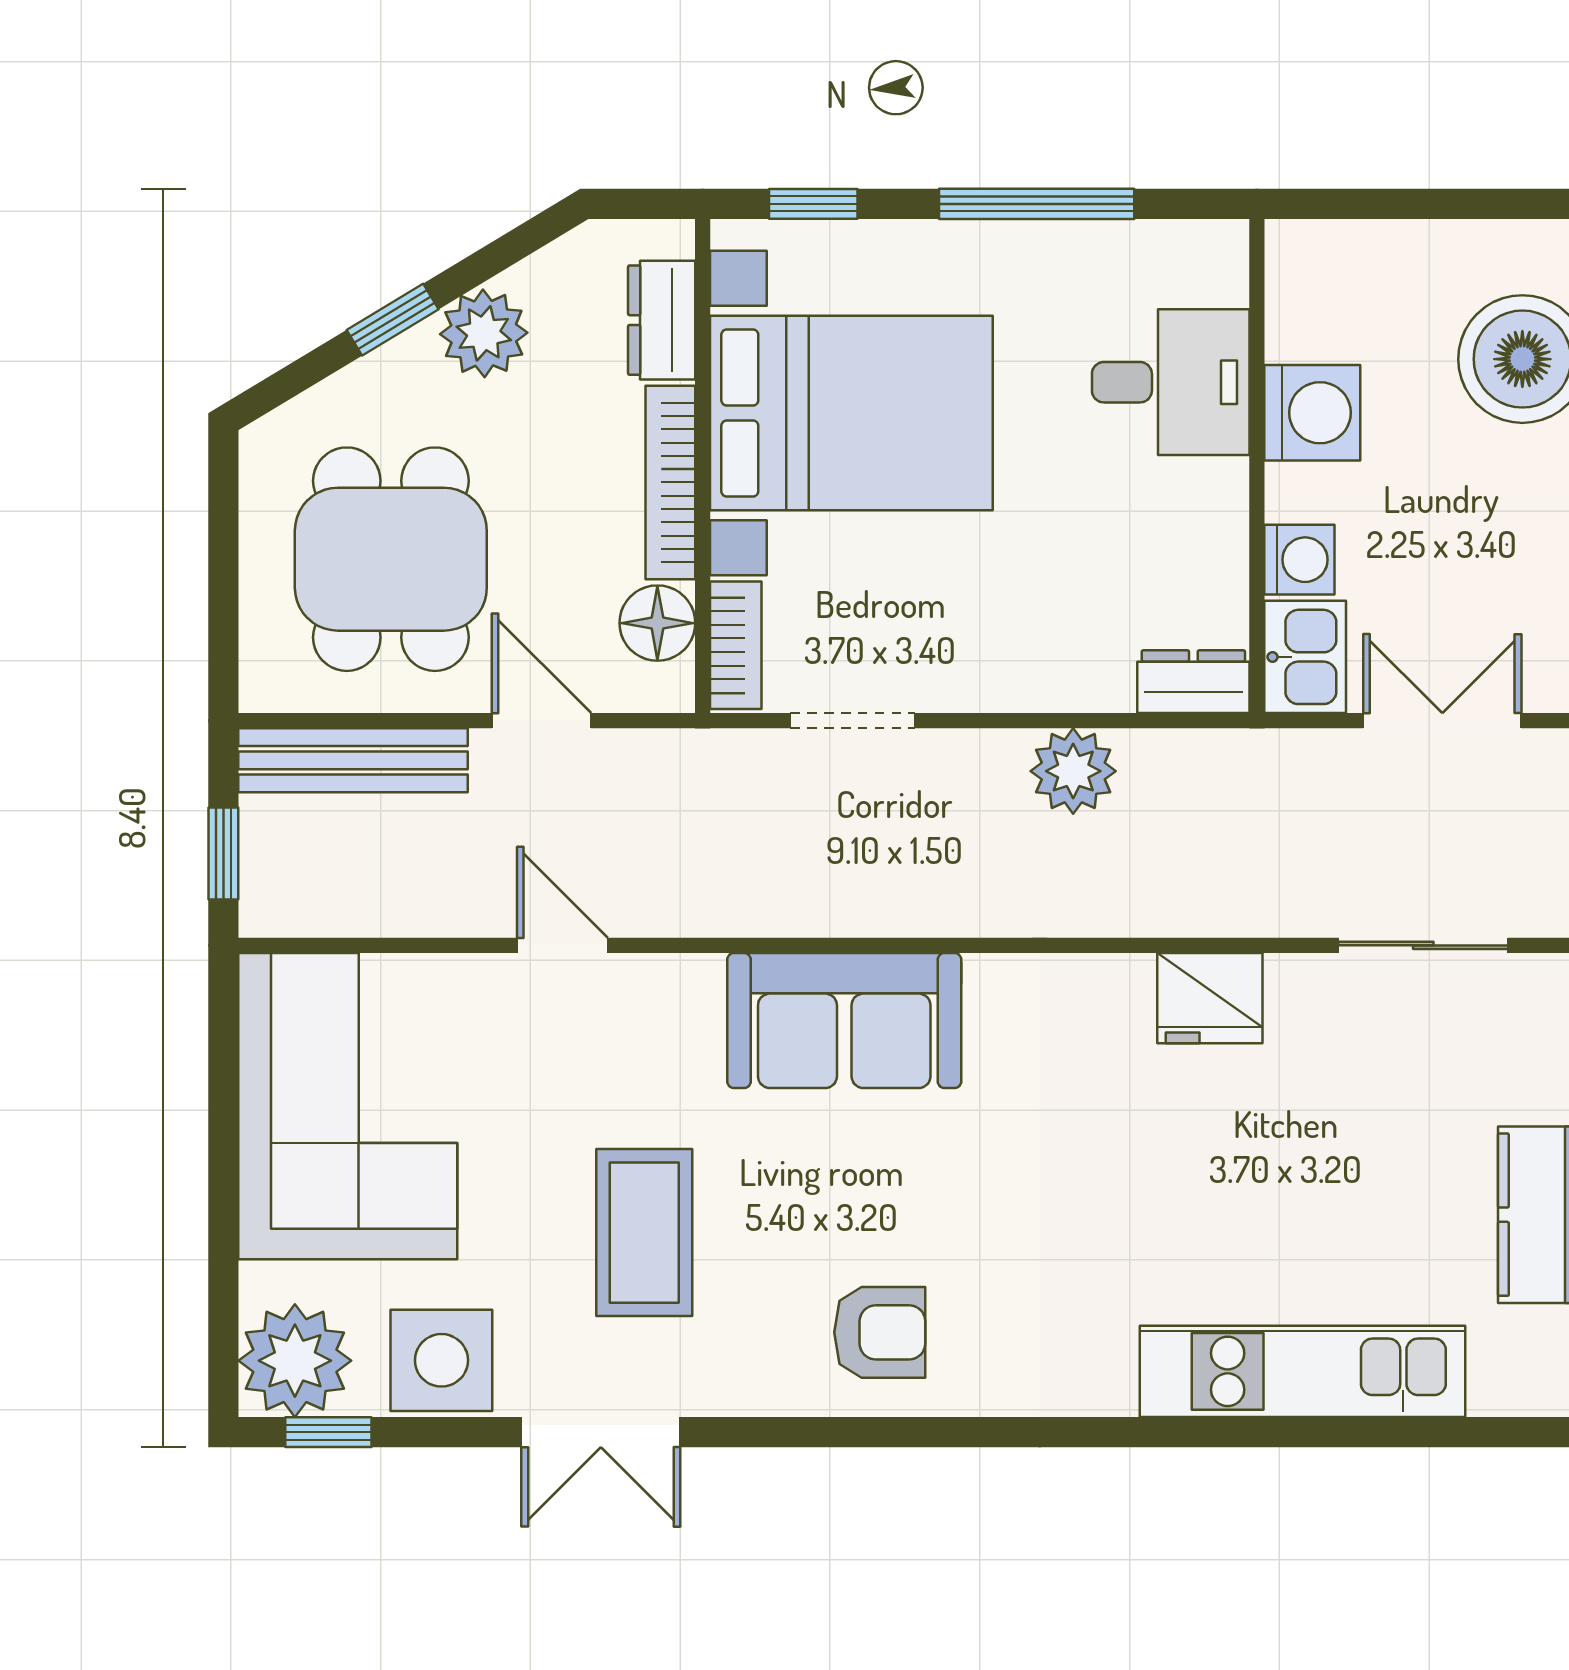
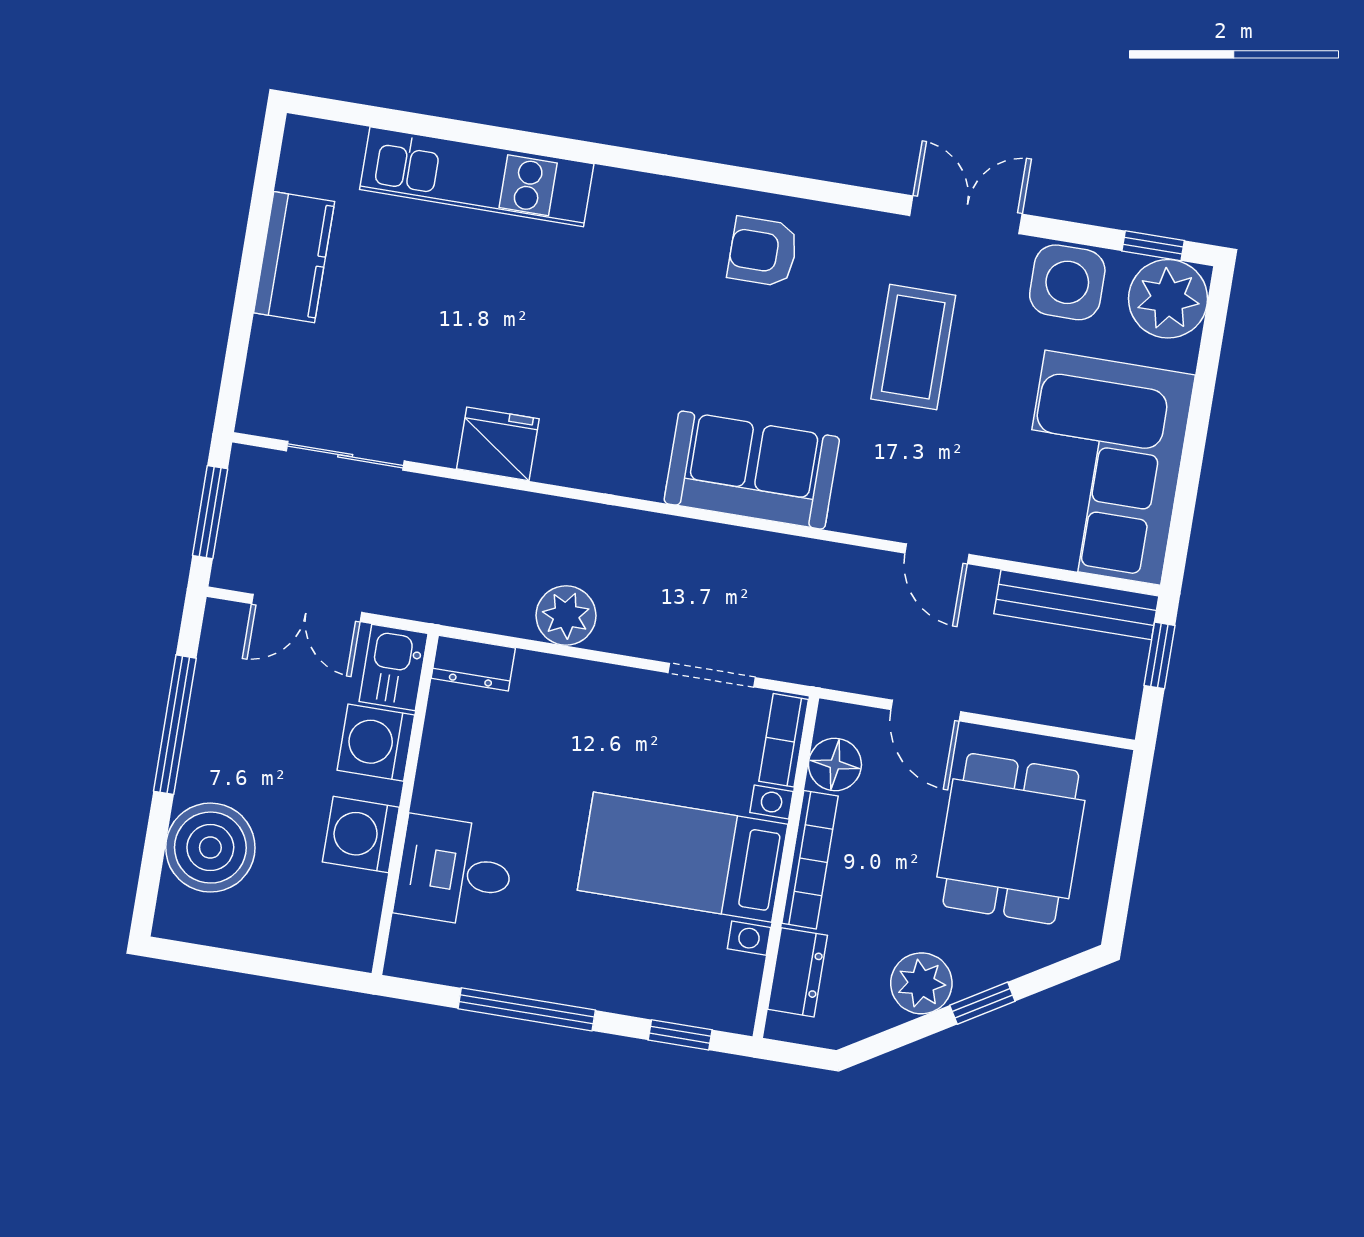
bed with nightstands: (851, 413) -> (683, 857), width x0.73
washing machine: (1299, 560) -> (376, 743), width x1.38, depth x1.38
bench: (353, 760) -> (1076, 605), moved

